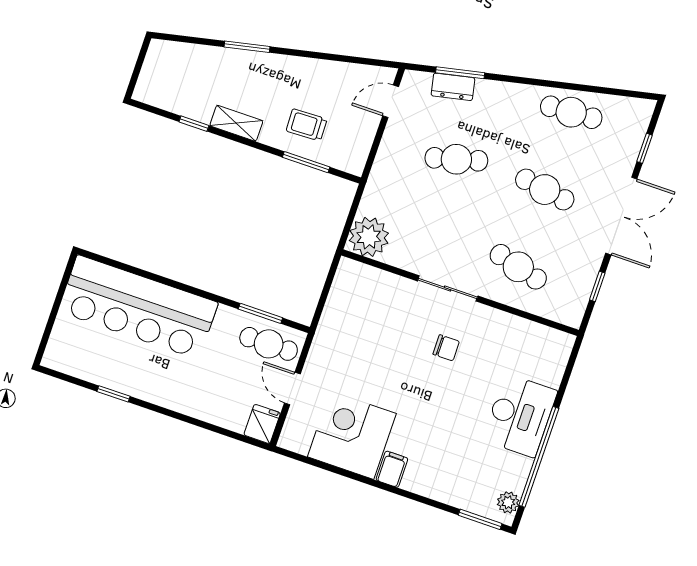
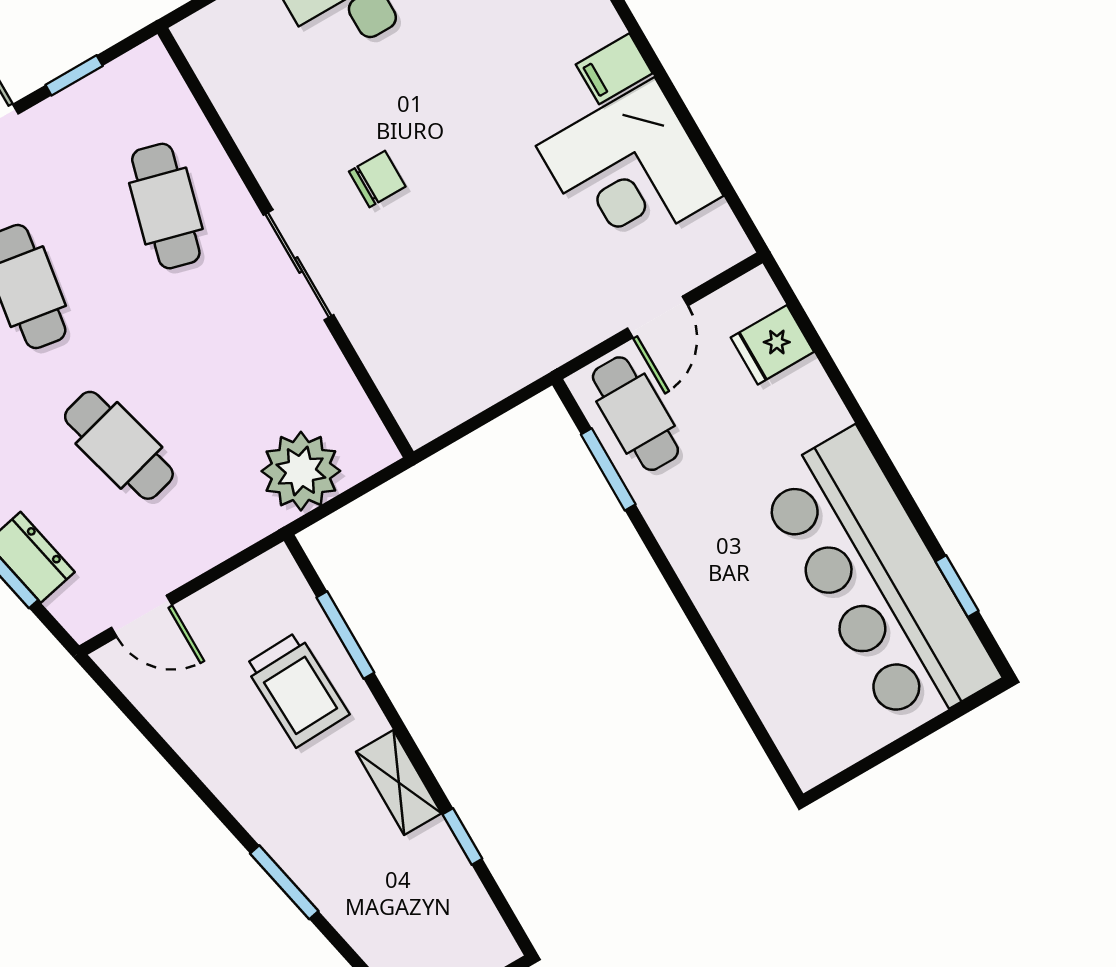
trolley: (307, 125) -> (297, 689), width x1.36, depth x1.39
plant: (369, 237) -> (301, 471), moved
bar counter: (138, 307) -> (878, 581), moved, turned 180
chair: (446, 348) -> (377, 179), turned 90
window: (114, 394) -> (957, 586), moved
fridge: (262, 424) -> (772, 345), moved

